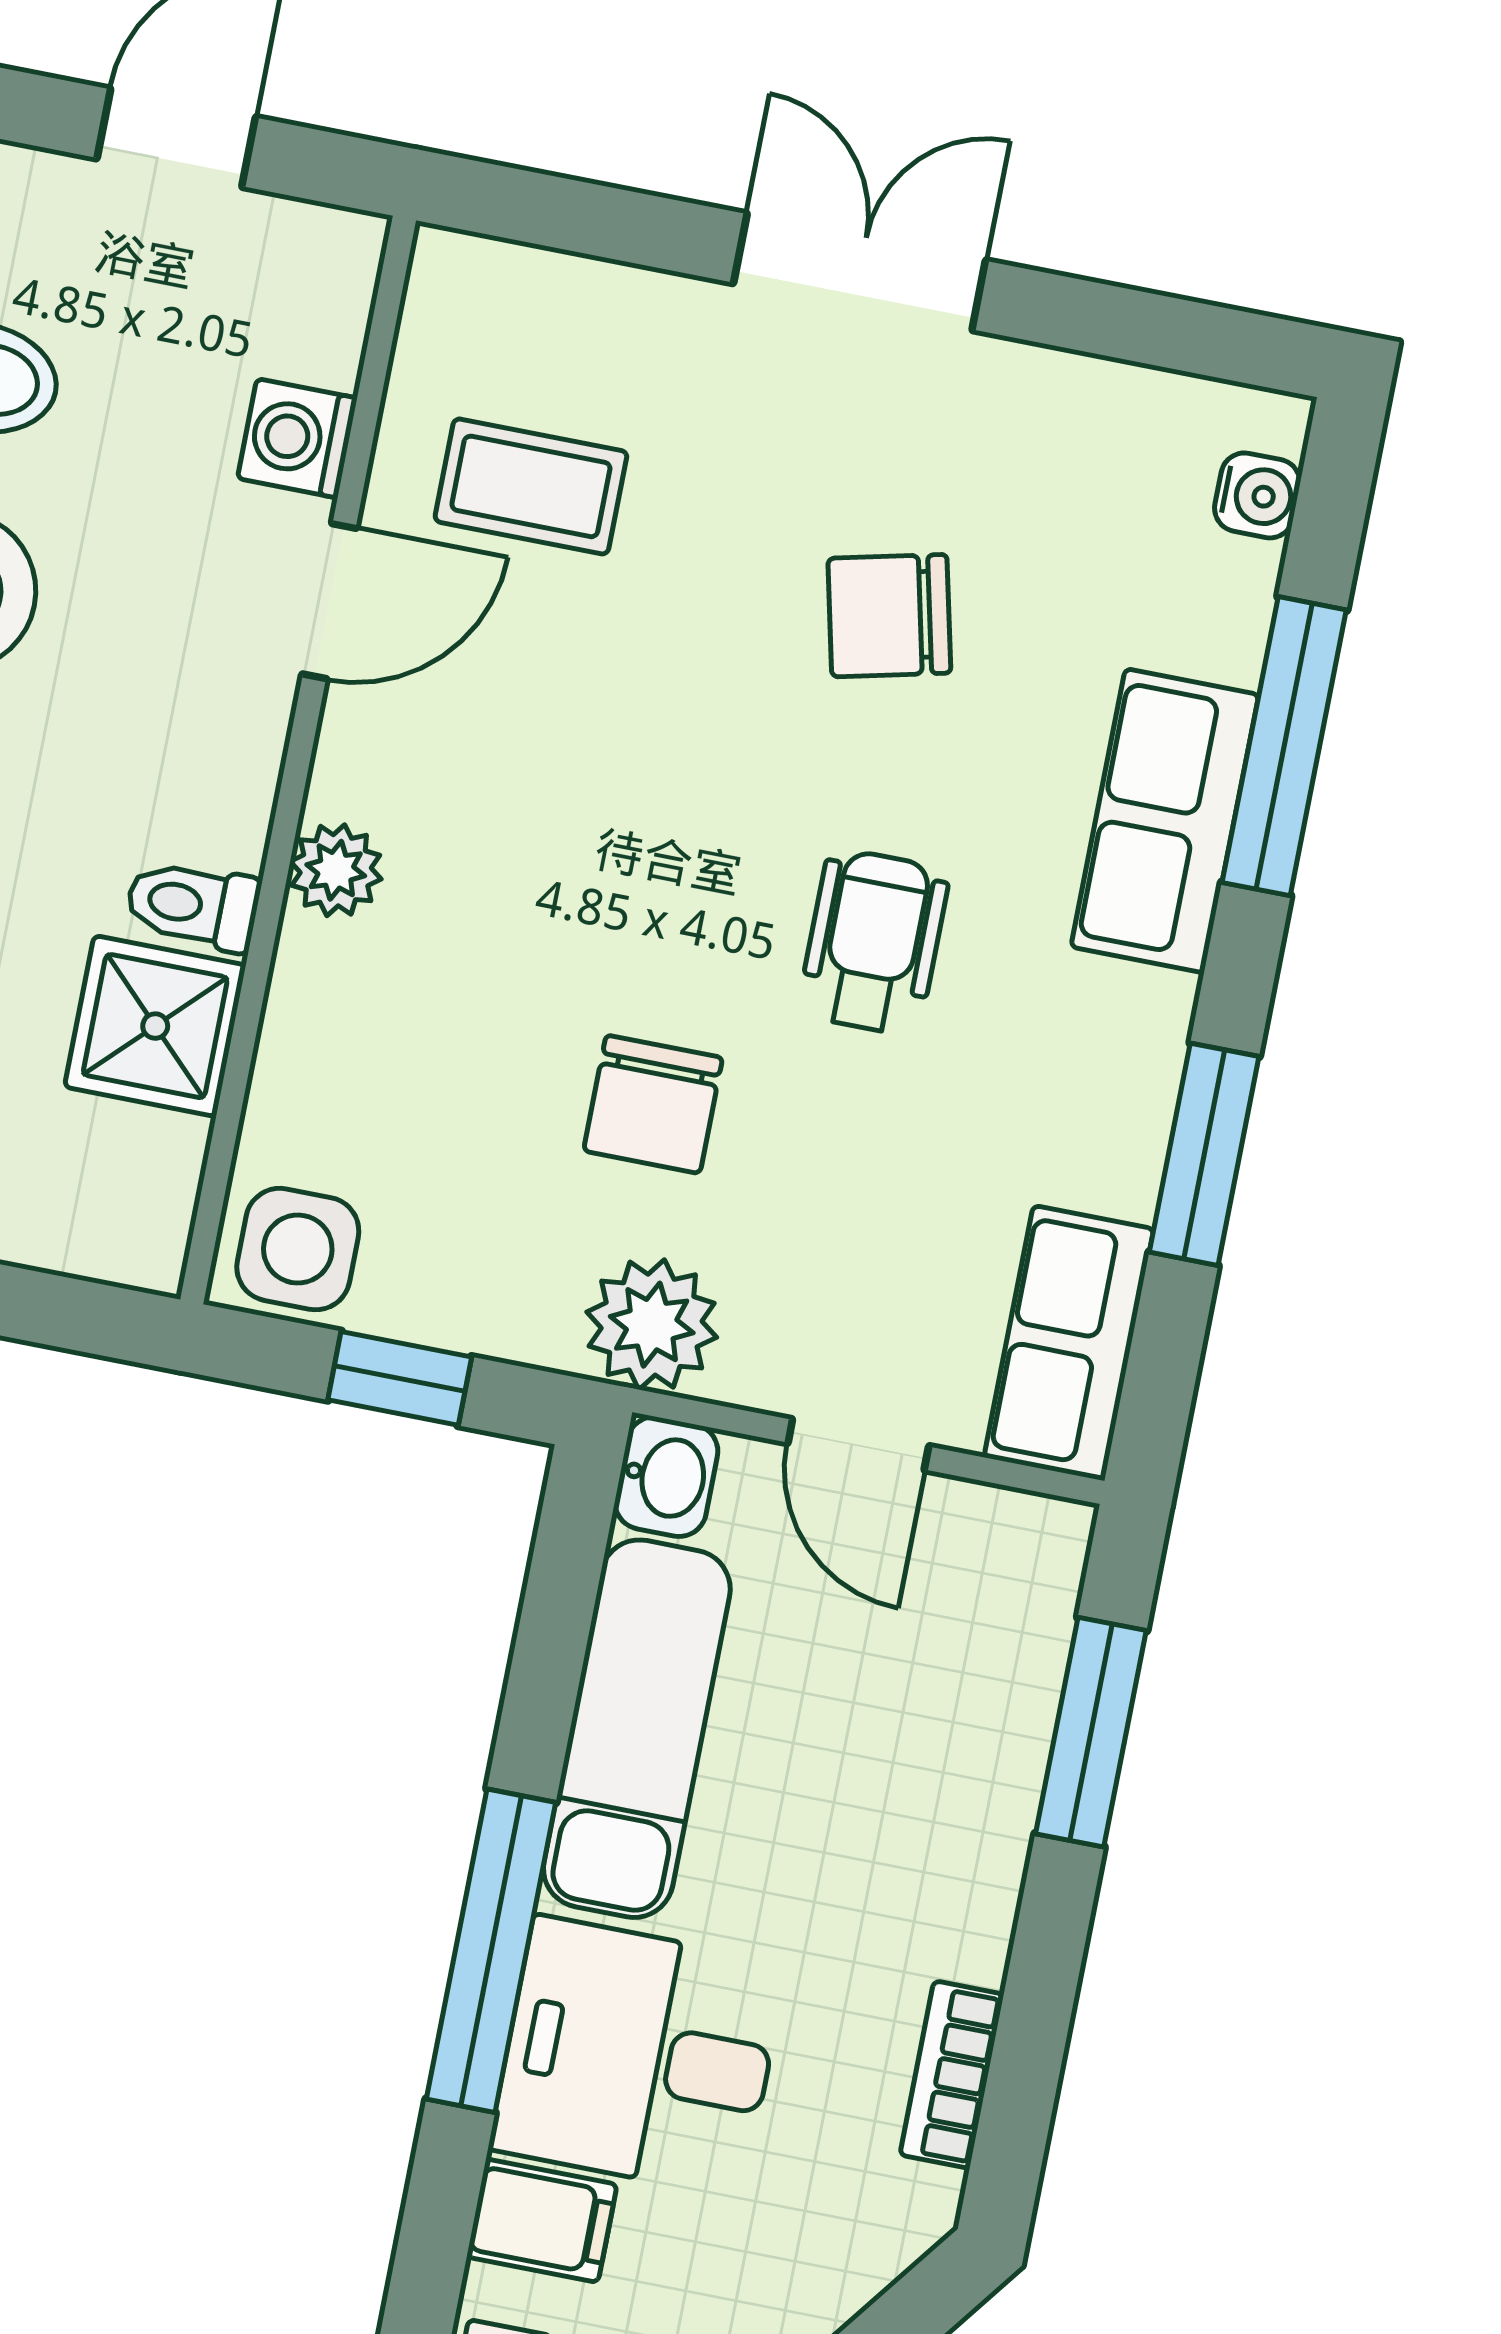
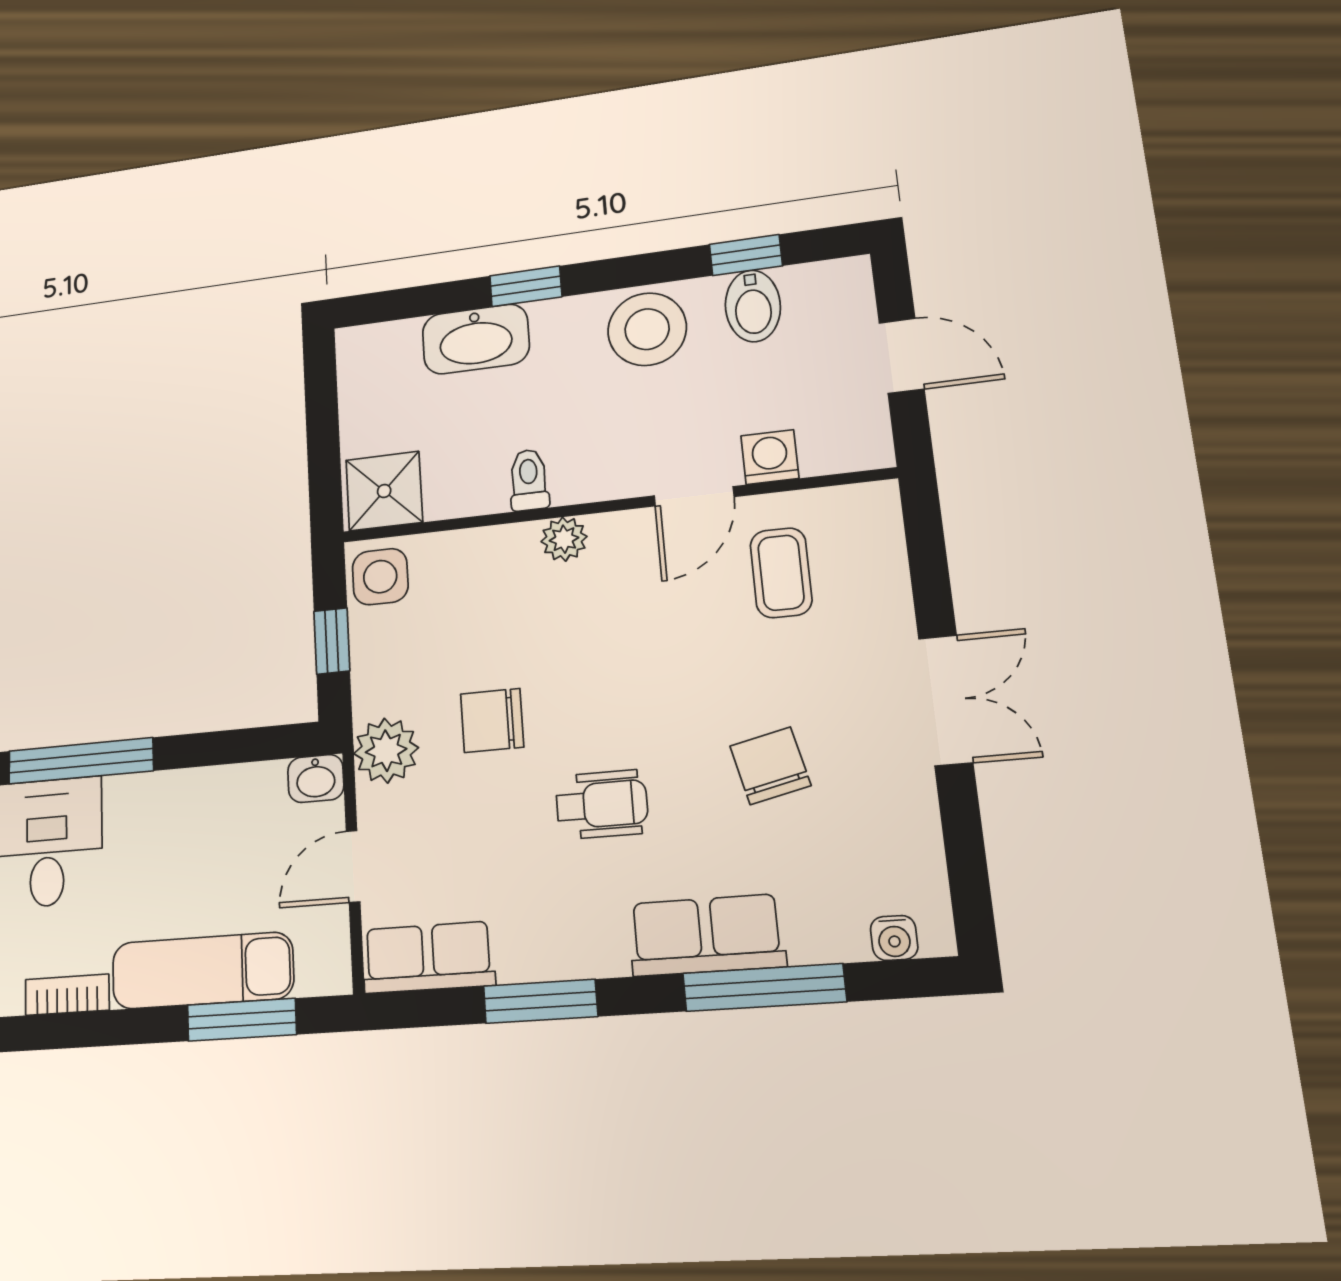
door: (329, 601) -> (694, 496), hinge flipped
shower: (155, 1026) -> (384, 491), moved
exam couch: (637, 1729) -> (202, 971), moved, turned 180

